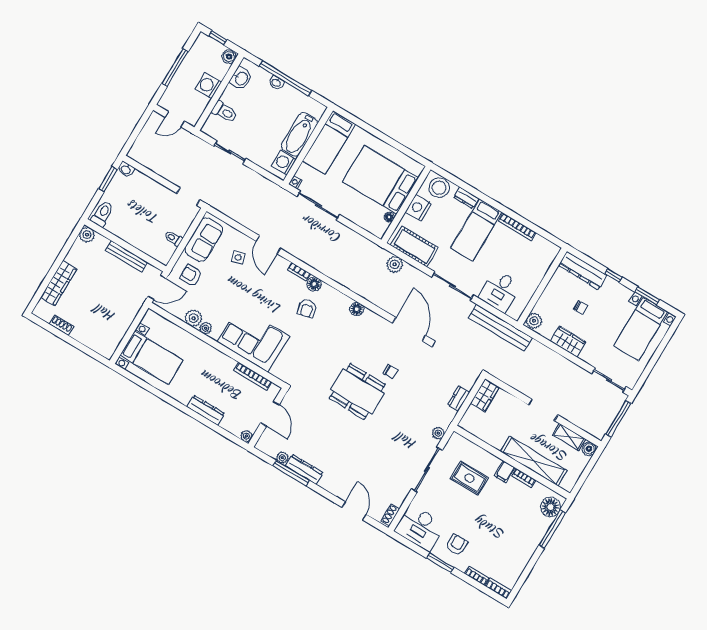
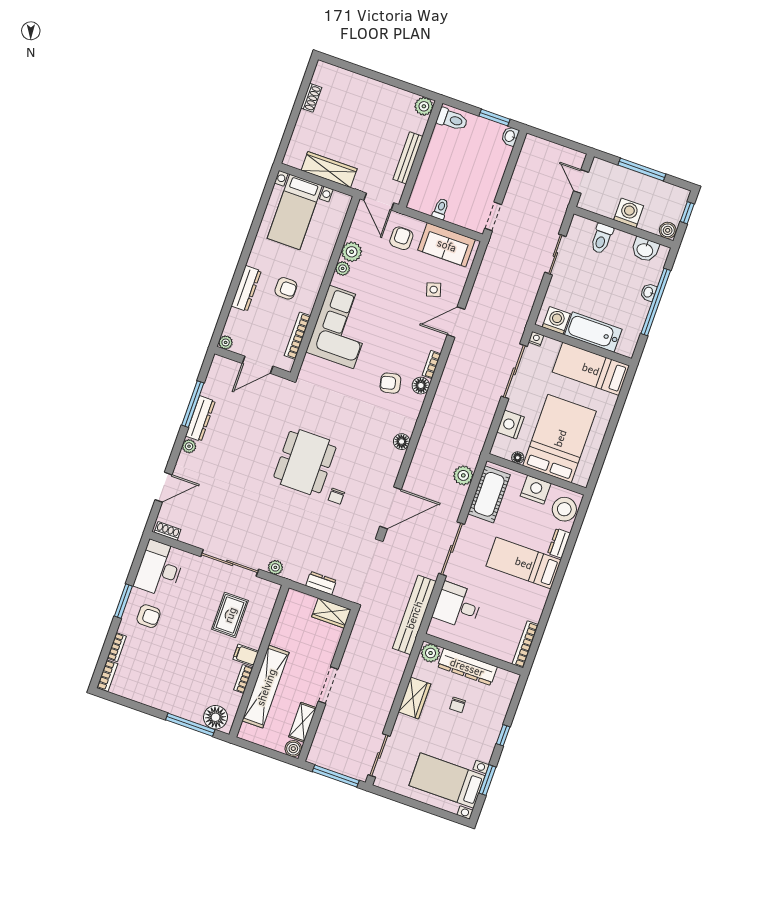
nightstand: (361, 217) -> (510, 425), added
bookcase: (517, 227) -> (525, 644), moved
dresser: (583, 270) -> (467, 667), moved, turned -90
wardrobe: (59, 283) -> (329, 170), moved, turned 180
armchair: (212, 378) -> (286, 288), added
plant: (282, 458) -> (189, 446), moved

